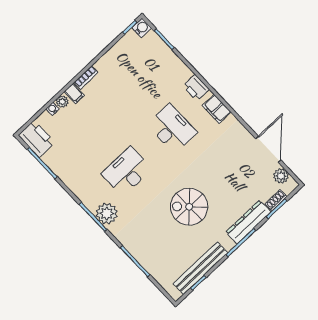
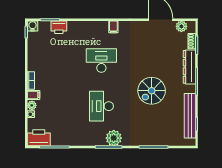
printer: (196, 88) -> (59, 27), moved
filing cabinet: (217, 109) -> (113, 27), width x0.50

